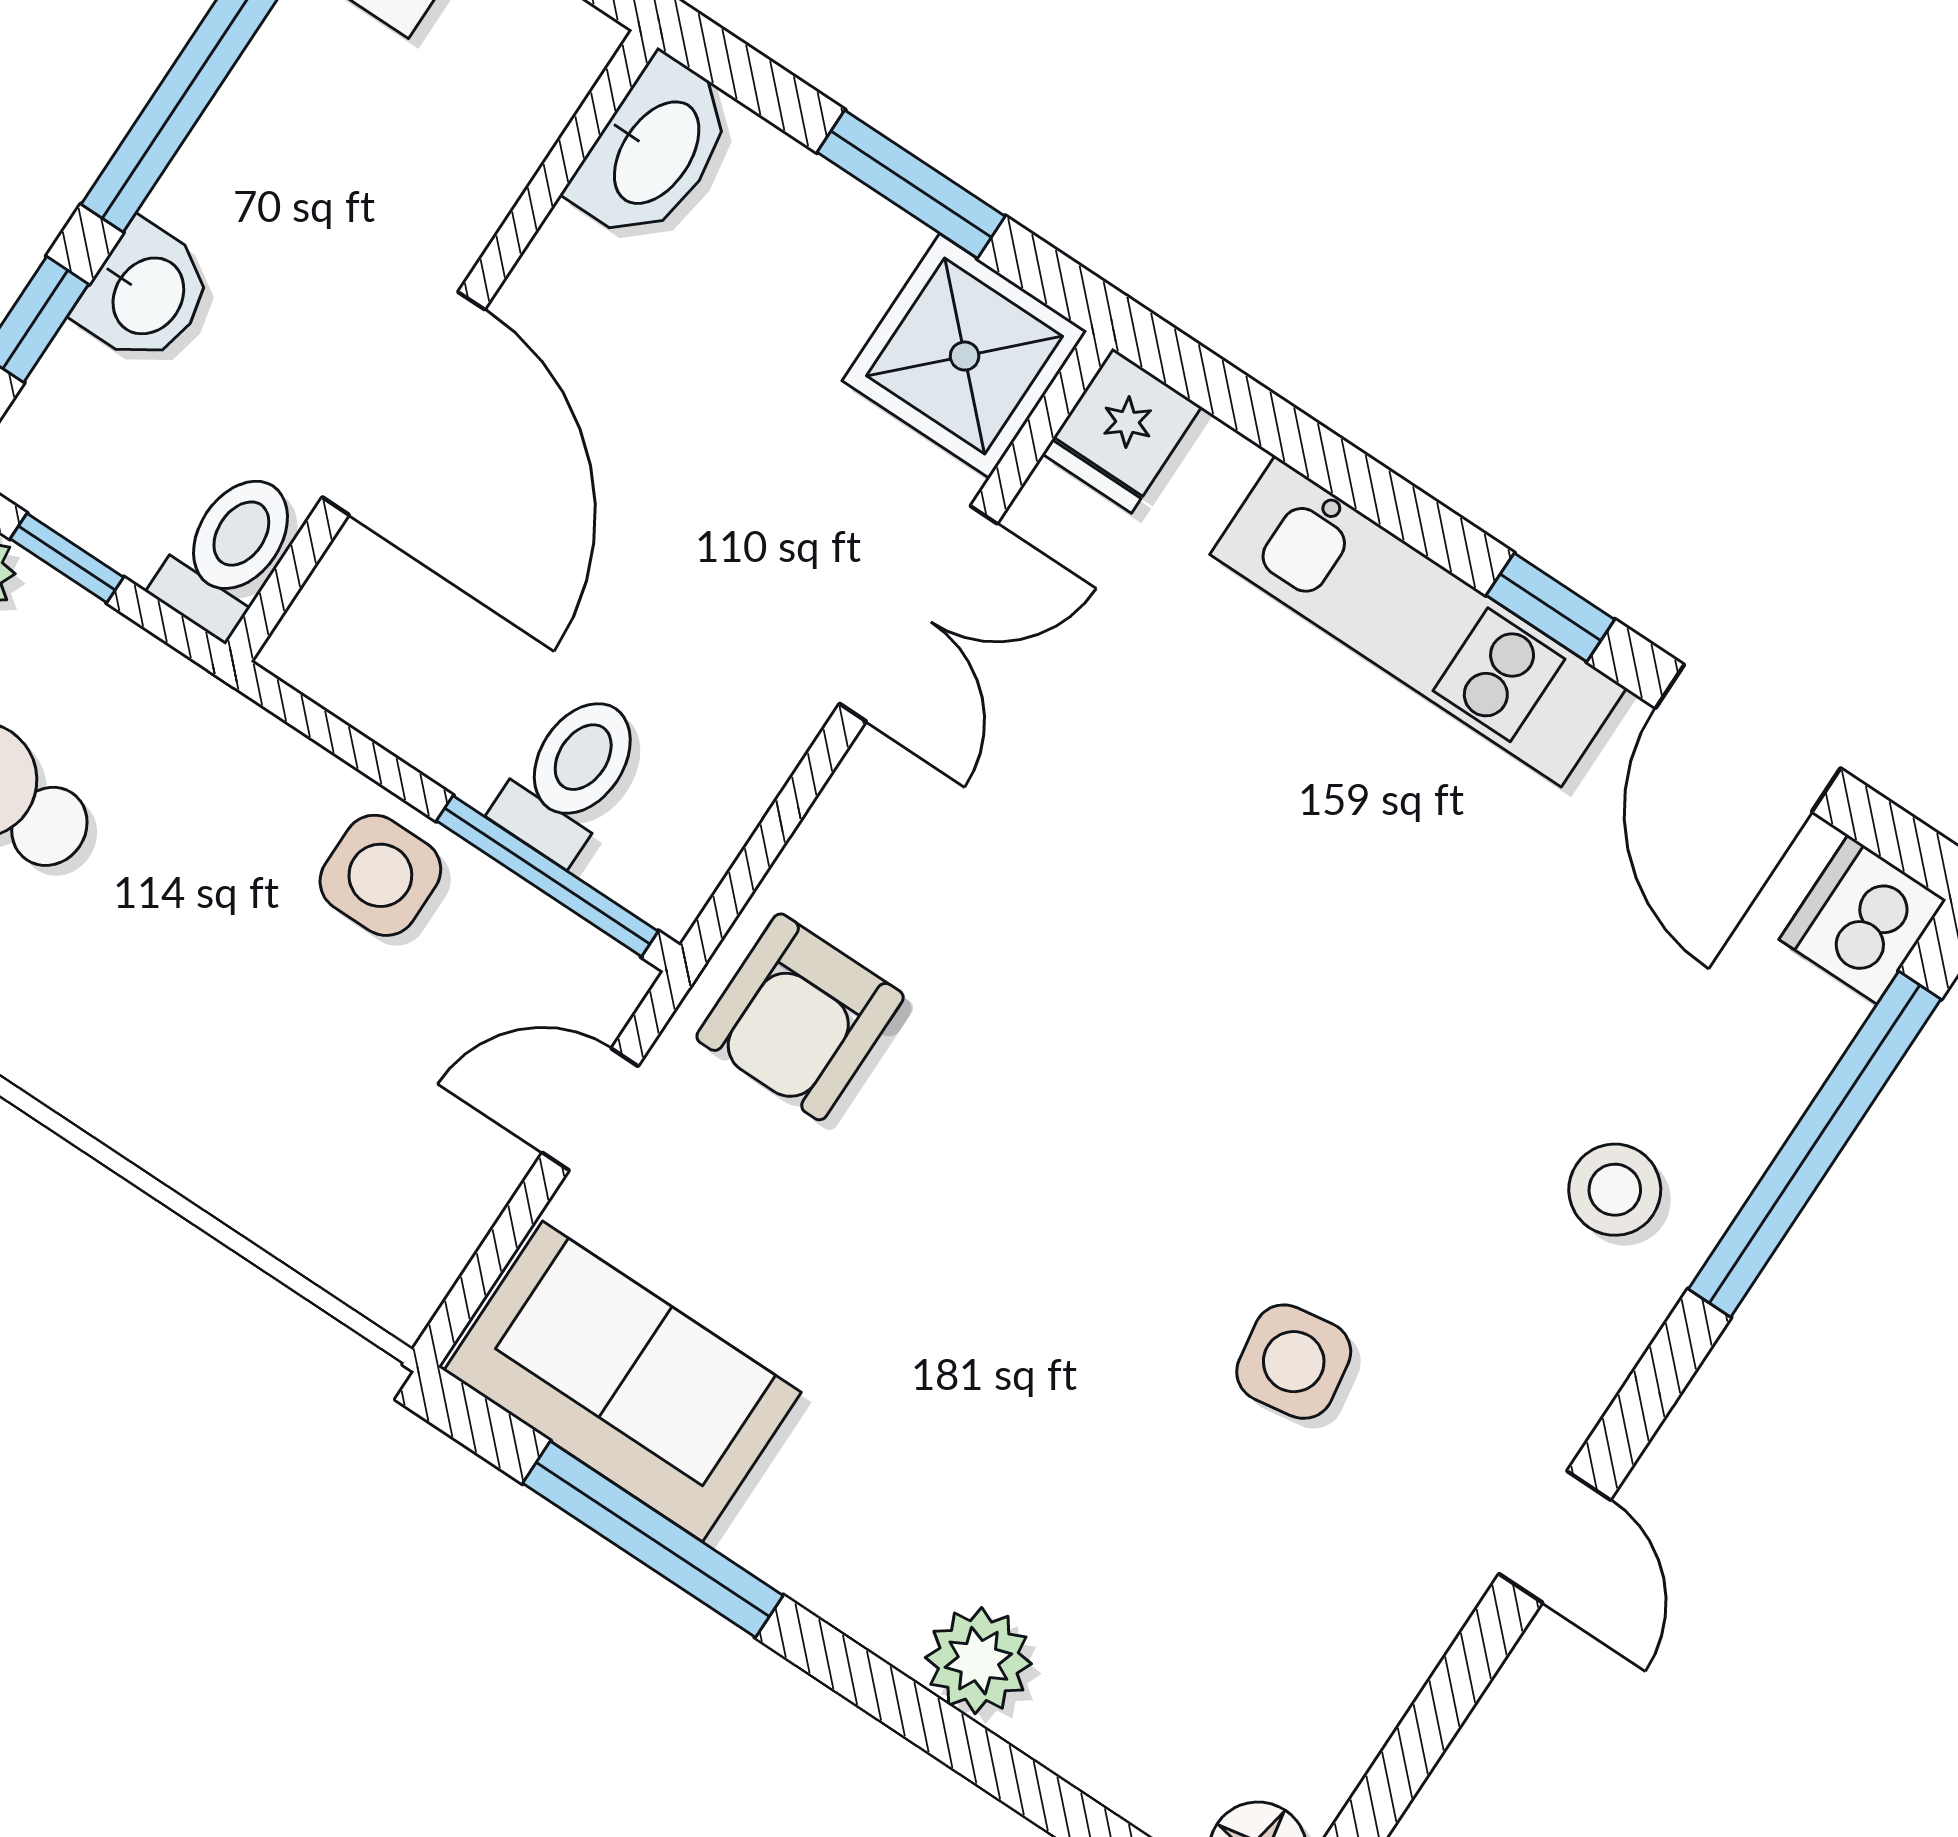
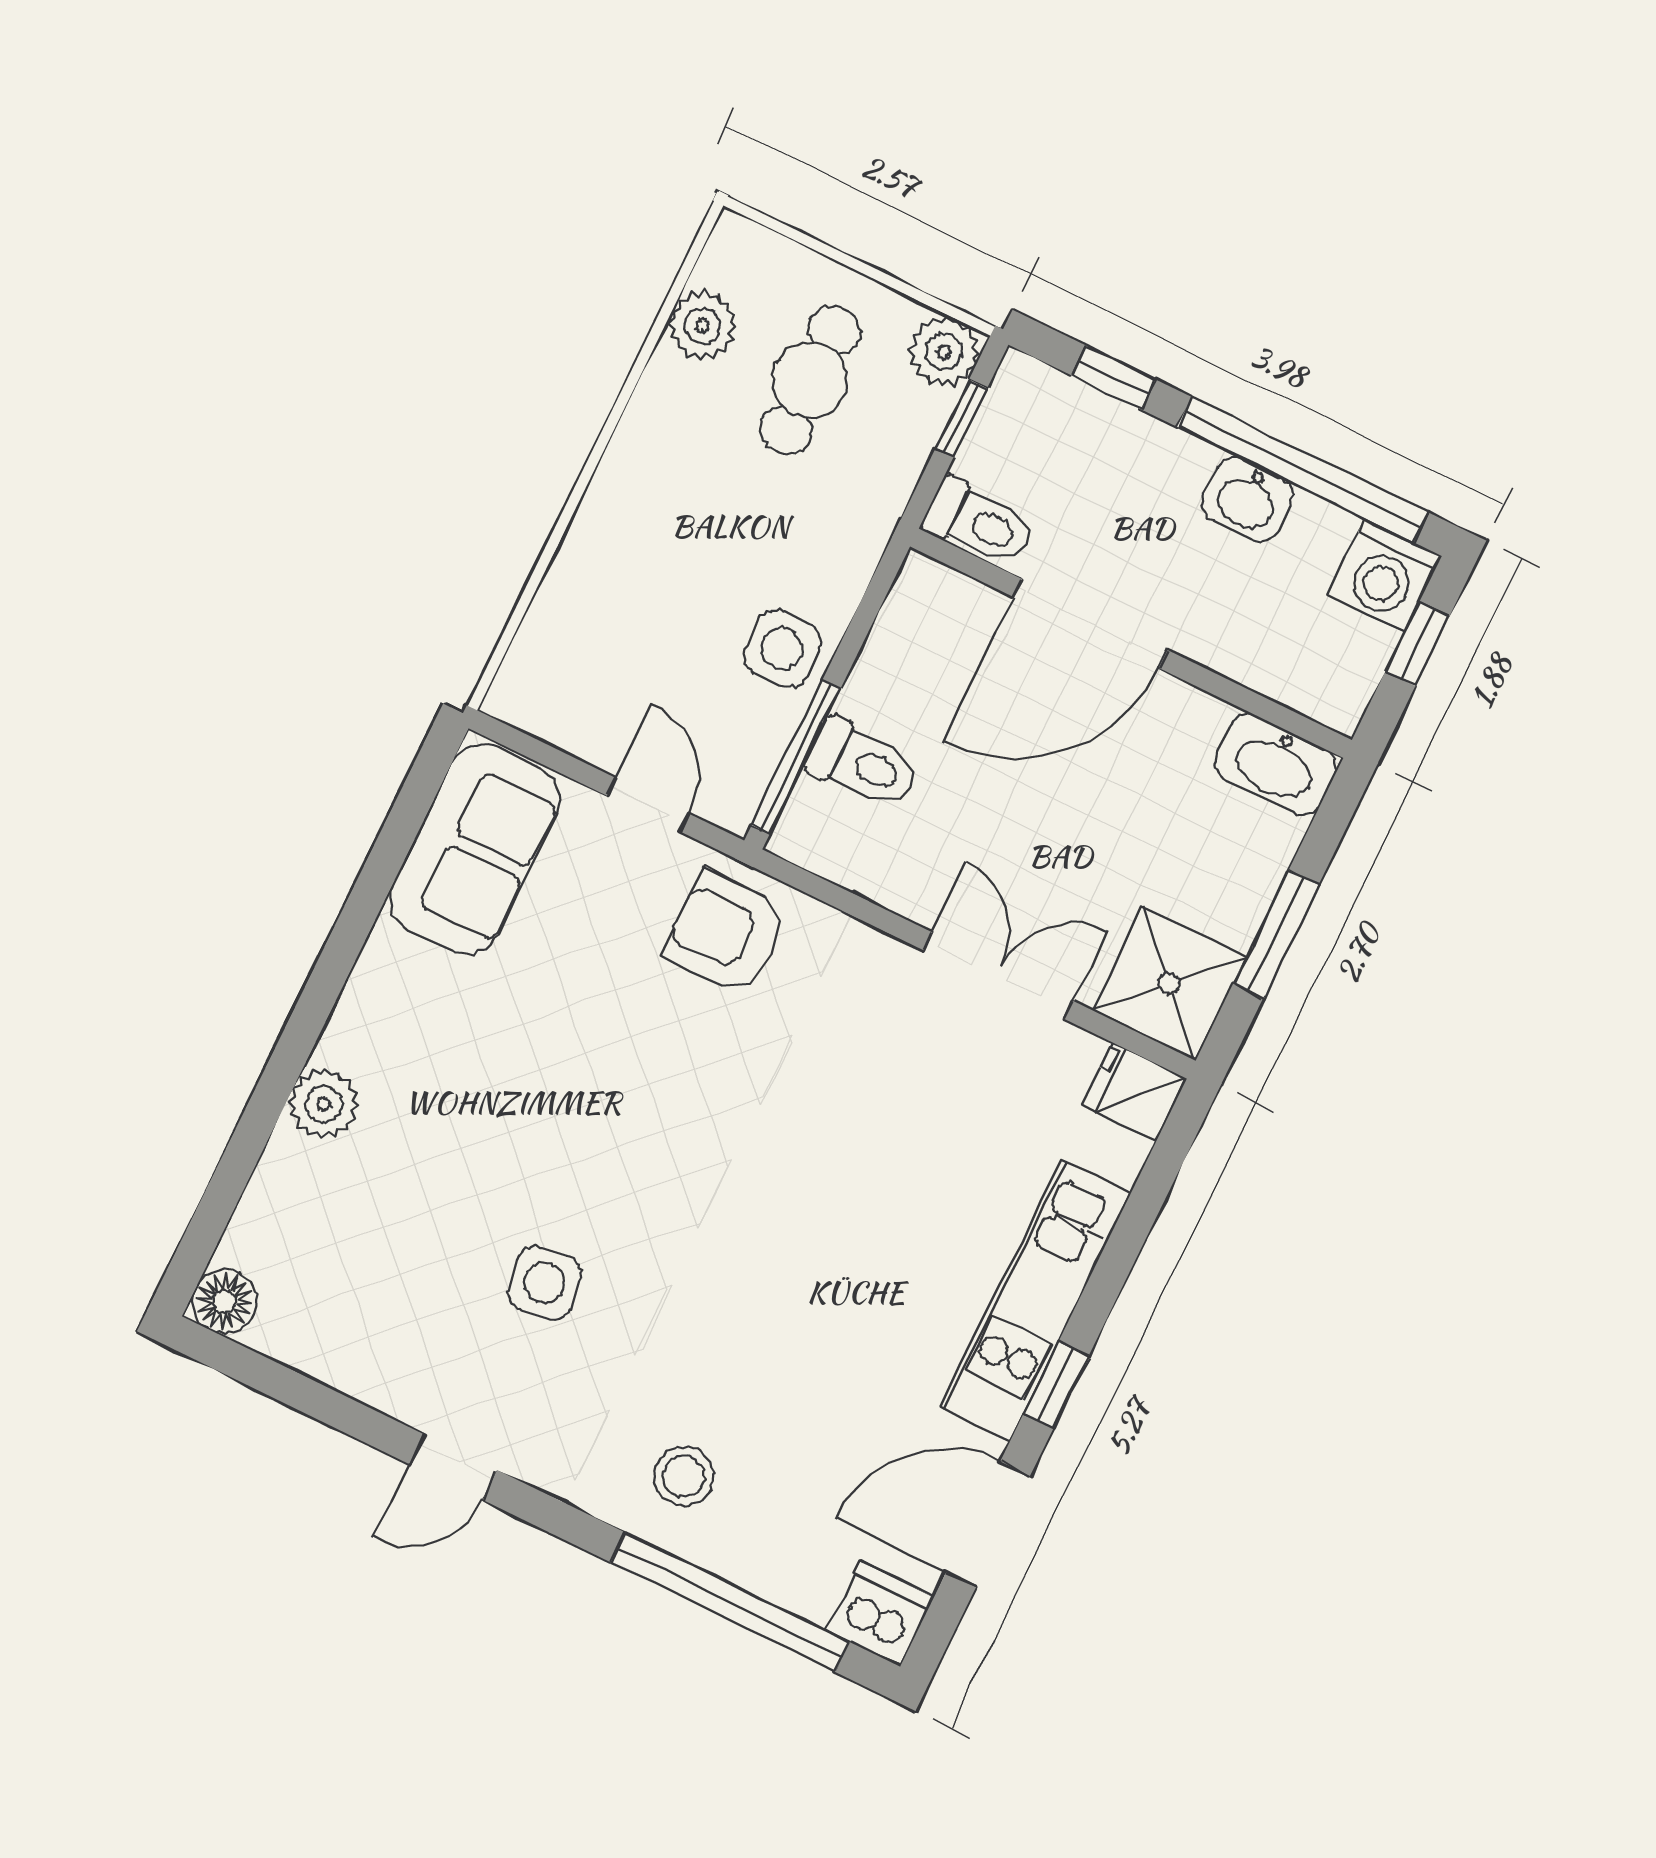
washbasin: (146, 294) -> (1247, 500), moved
double door: (918, 614) -> (998, 975), swing flipped
window: (653, 1539) -> (375, 882), removed

